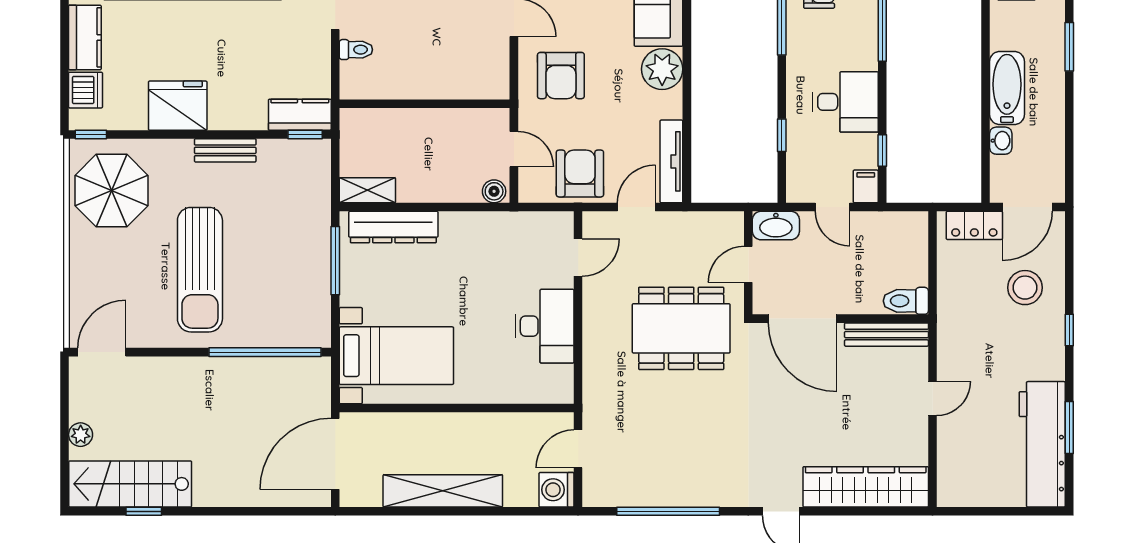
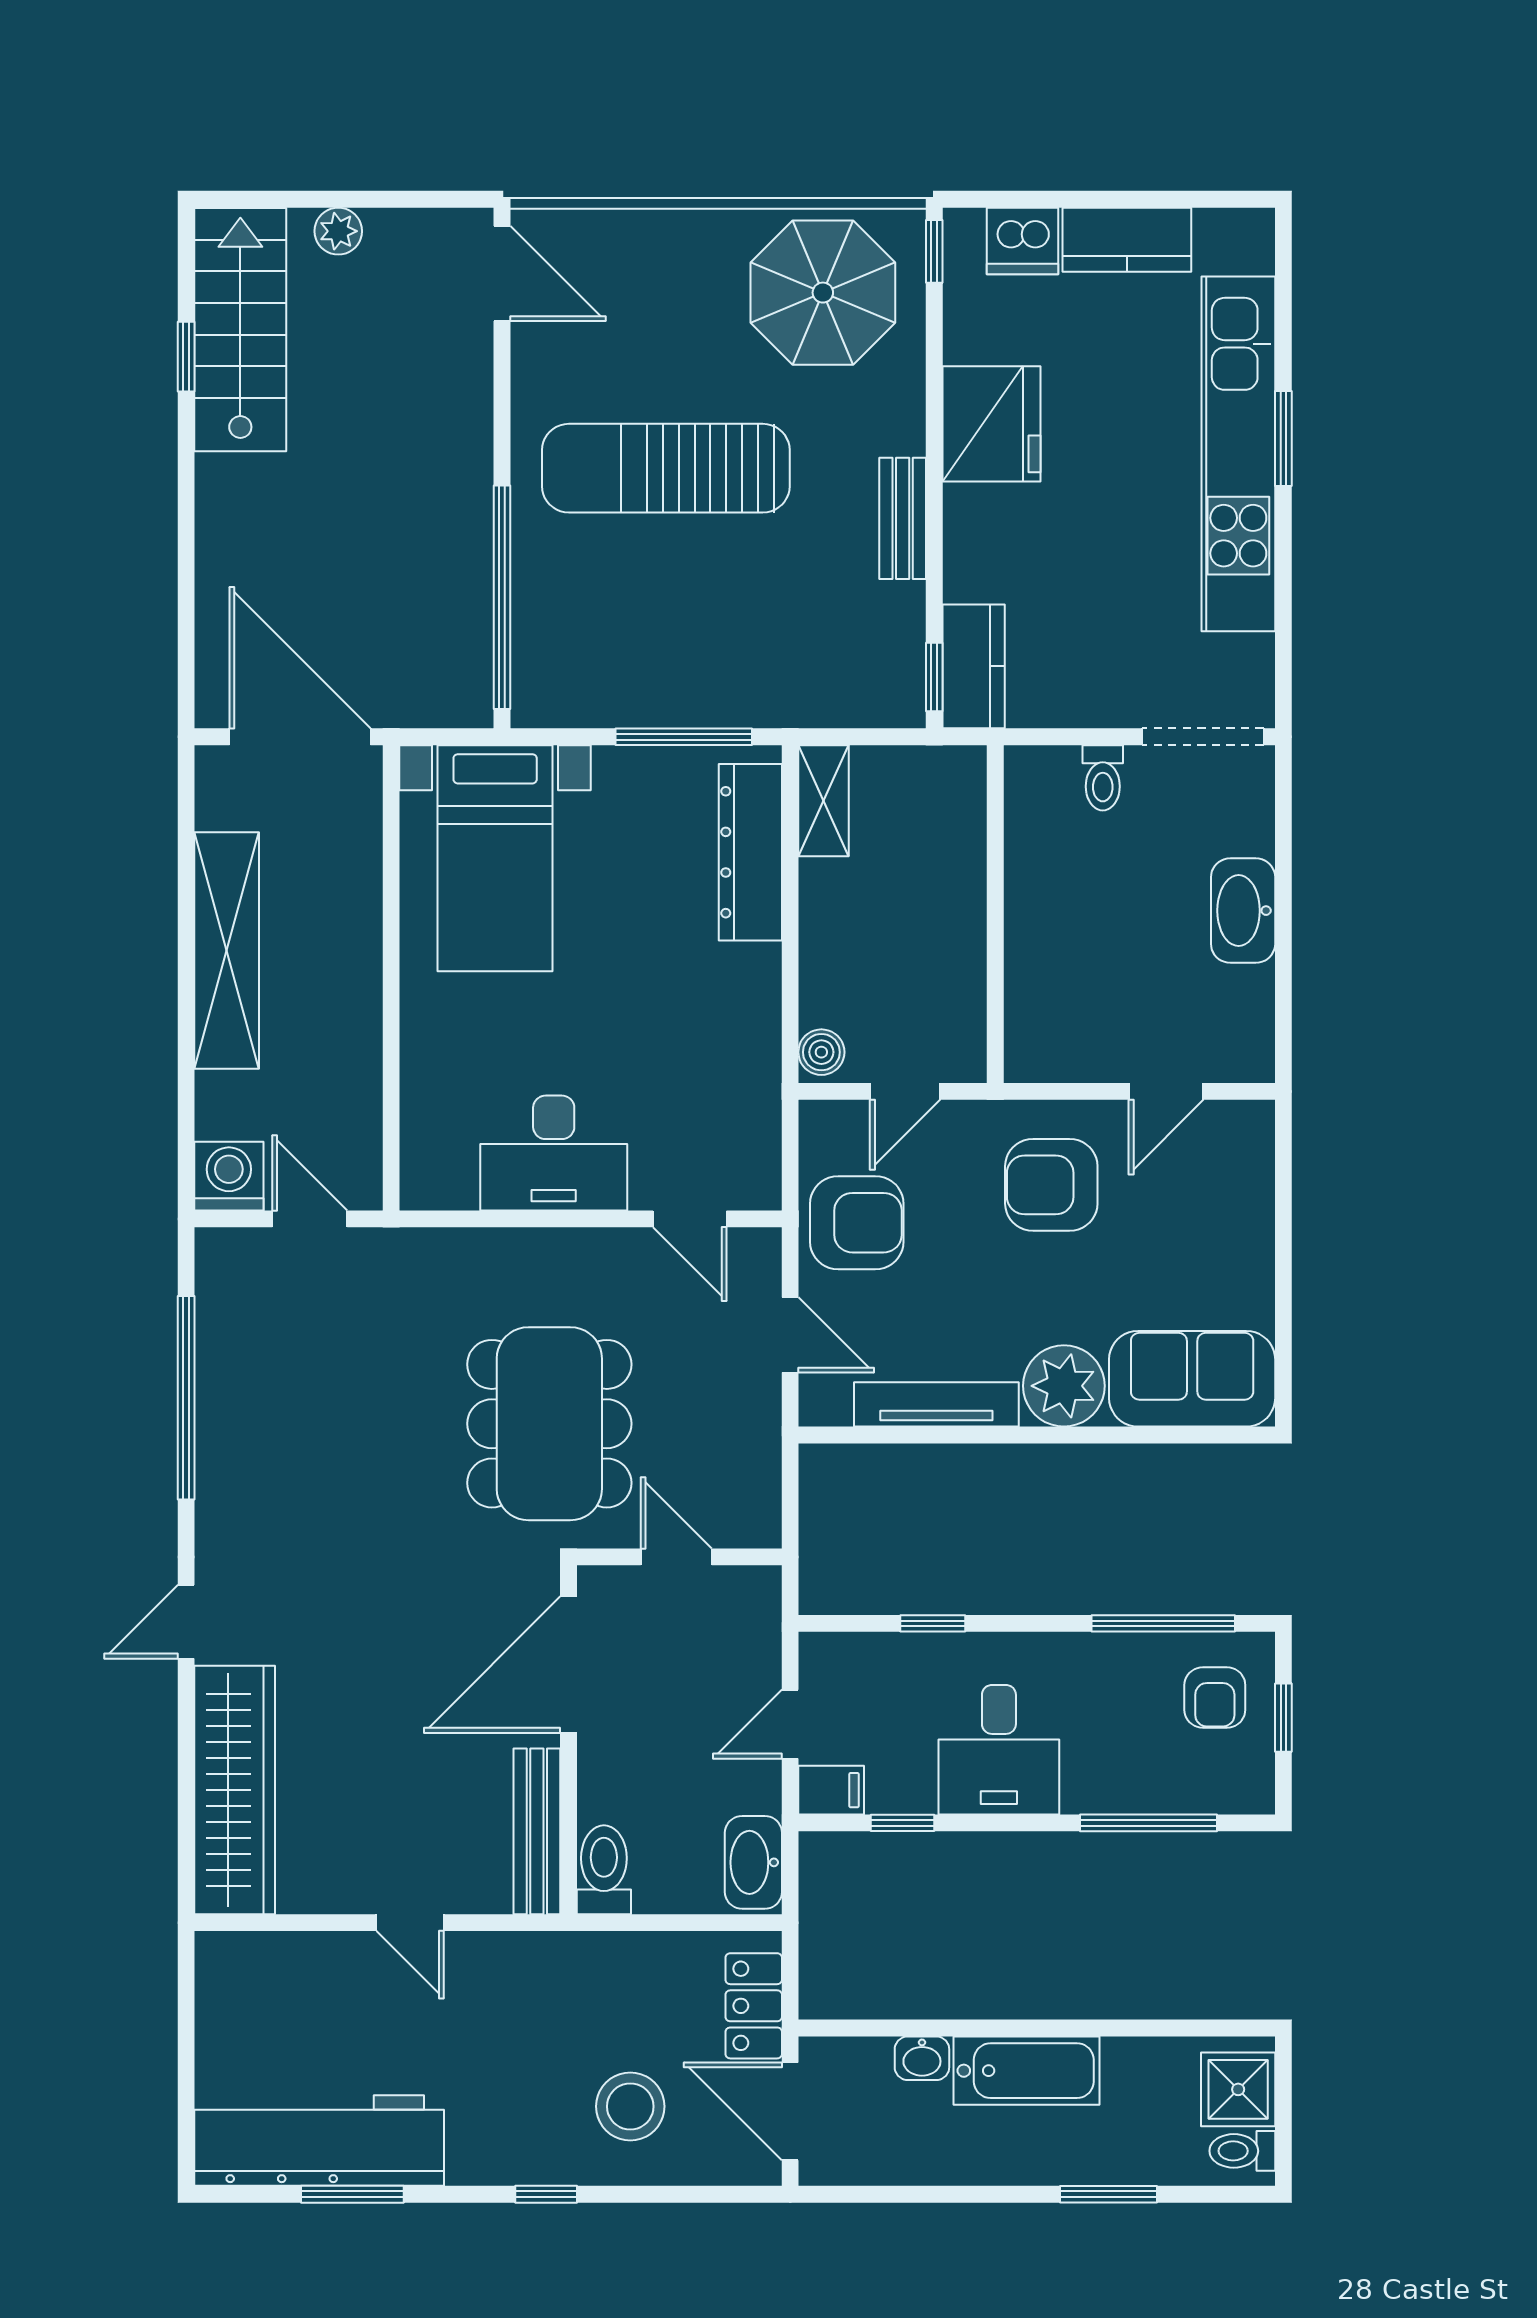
tv unit: (671, 161) -> (936, 1404), moved
washbasin: (776, 226) -> (753, 1862), moved

